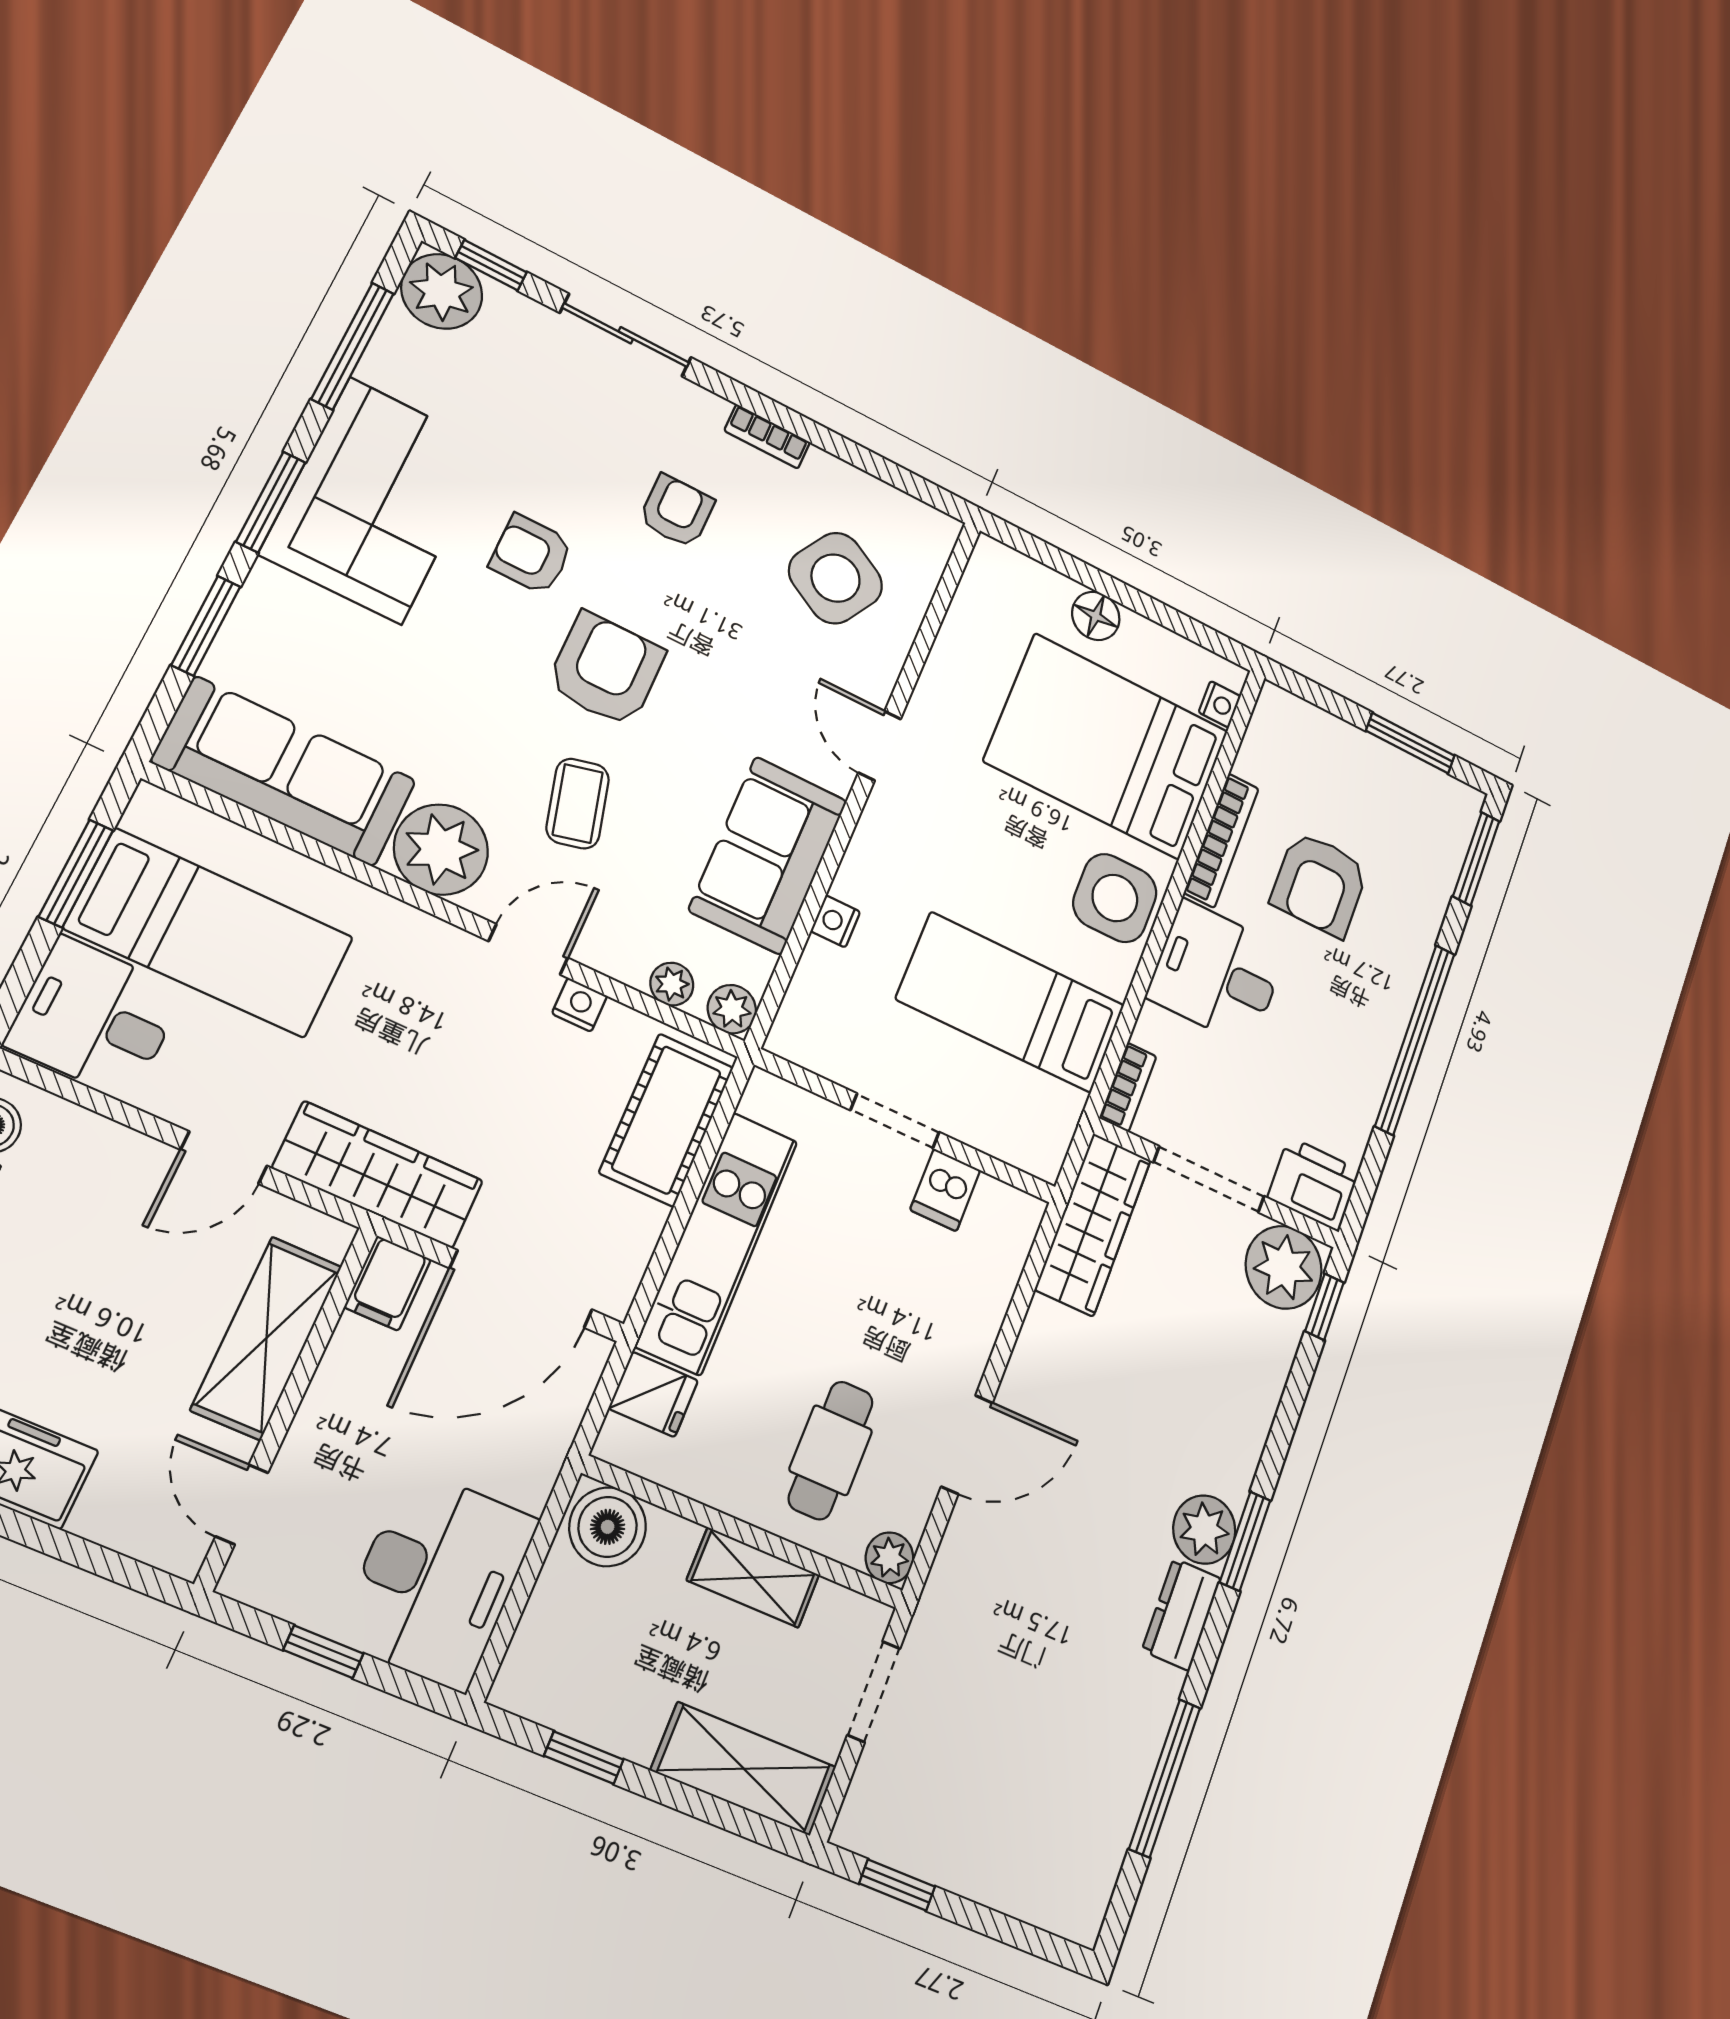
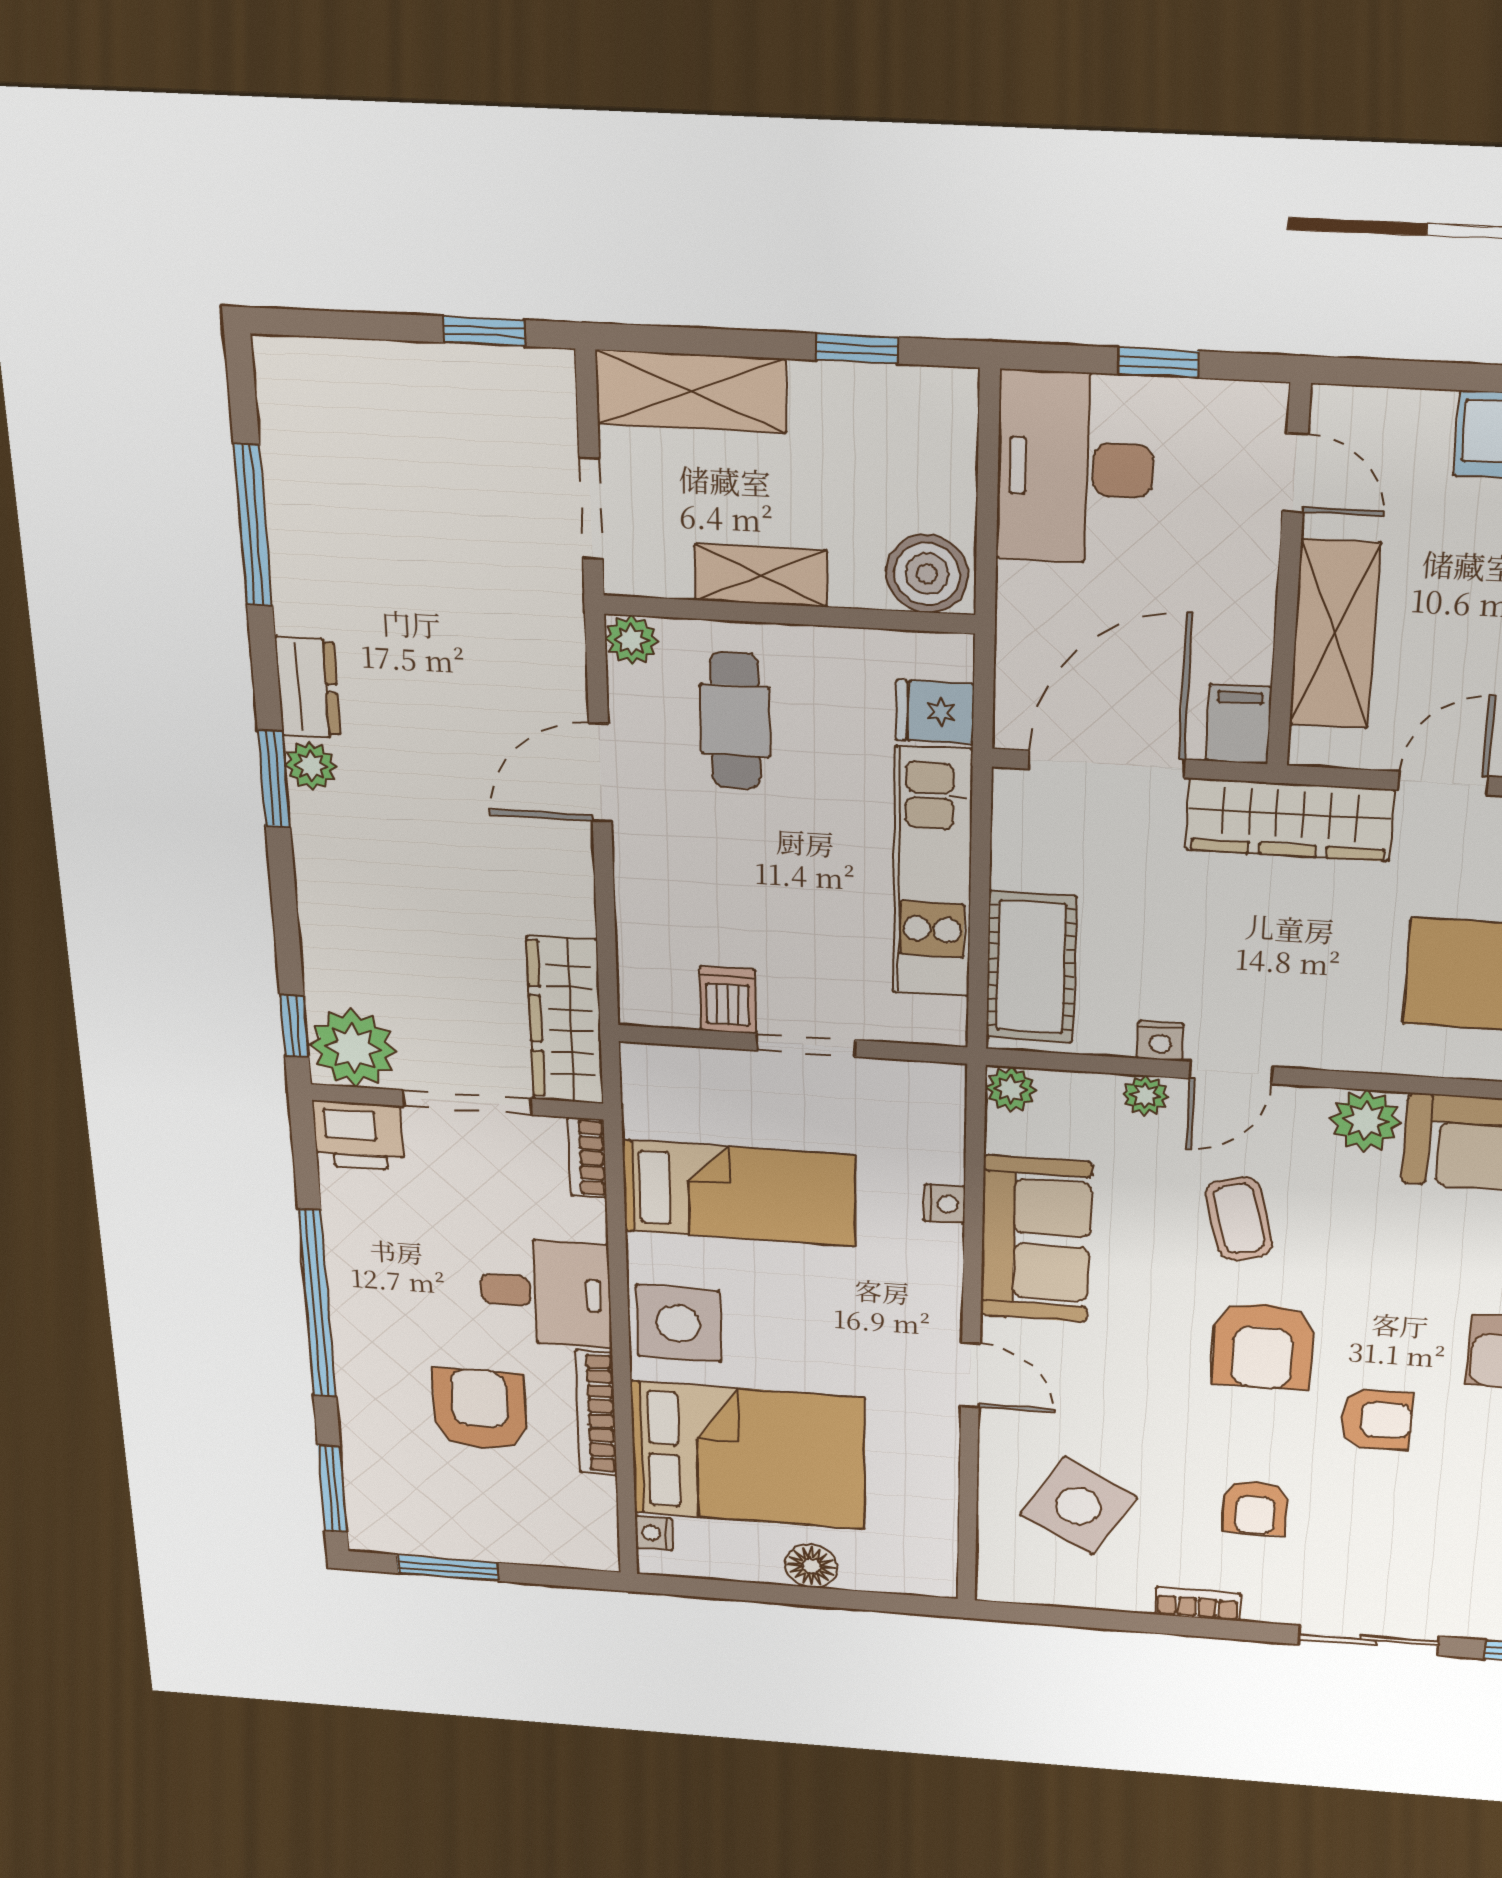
plant: (441, 850) -> (1366, 1121), width x0.73, depth x0.73
plant: (672, 984) -> (1145, 1095), moved
plant: (1204, 1530) -> (311, 766), width x0.73, depth x0.73

